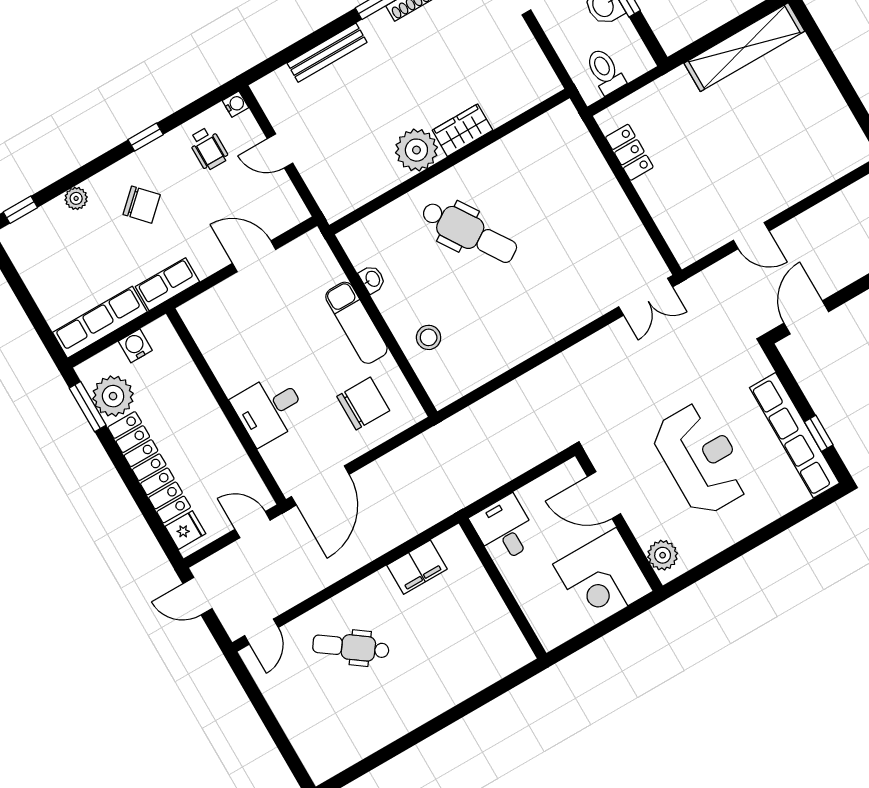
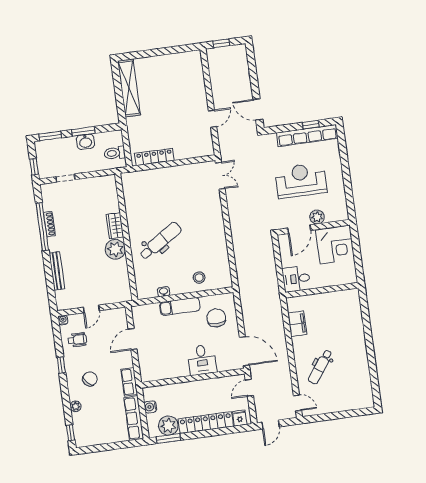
locker: (629, 152) -> (154, 157), width x1.53
plant: (663, 555) -> (317, 217), moved

